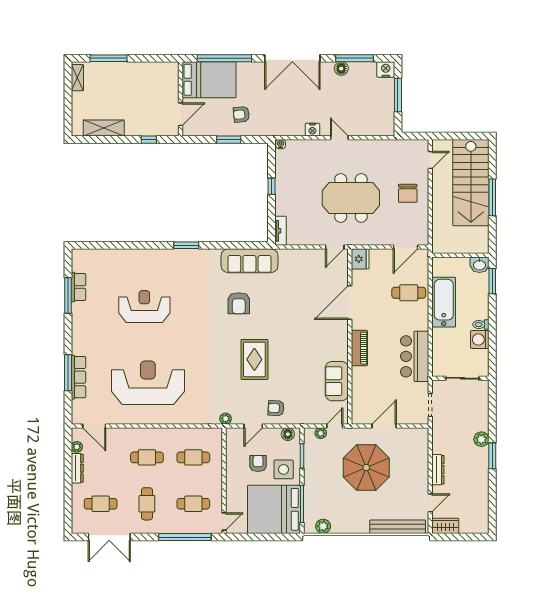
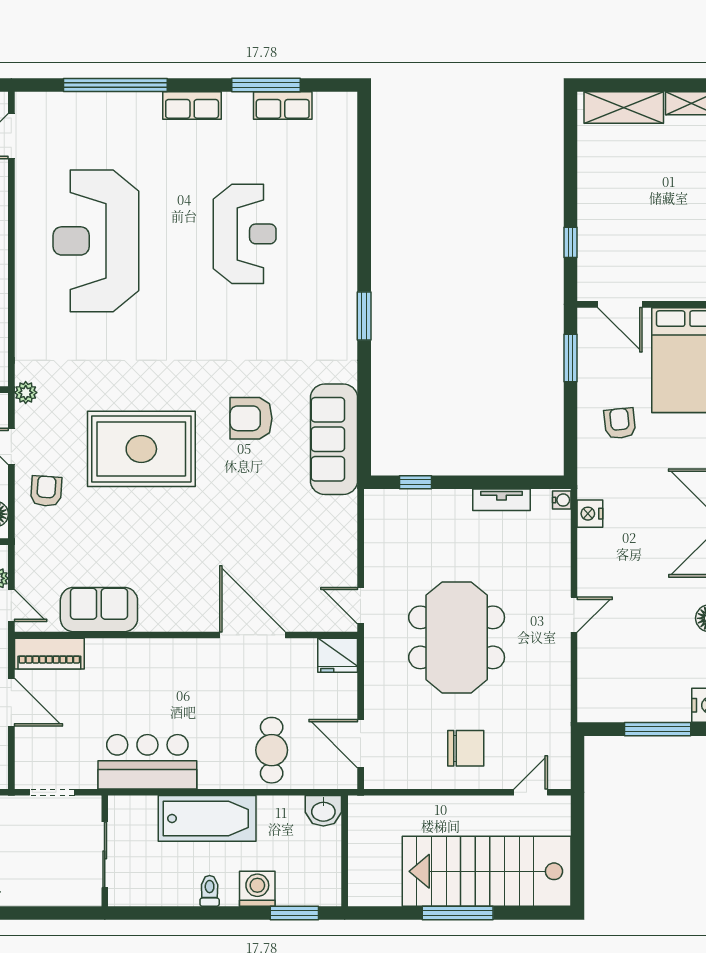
shelving: (104, 128) -> (624, 107), moved, turned 90
nightstand: (312, 130) -> (590, 514), moved
window: (229, 140) -> (571, 358), moved
door: (430, 160) -> (531, 792), swing flipped
window: (271, 186) -> (415, 482), moved
chair: (408, 193) -> (466, 748), turned 180
tv unit: (281, 231) -> (501, 500), moved
washbasin: (479, 265) -> (323, 811), moved, turned -90
bathtub: (444, 302) -> (207, 818), moved
washing machine: (480, 339) -> (257, 889), moved
piano: (359, 348) -> (49, 654), moved
rug: (254, 359) -> (141, 449), width x1.37, depth x1.44
window: (68, 373) -> (115, 85), width x1.46
row of seats: (79, 377) -> (192, 106), moved, width x0.68
reception desk: (148, 383) -> (96, 241), turned 180

